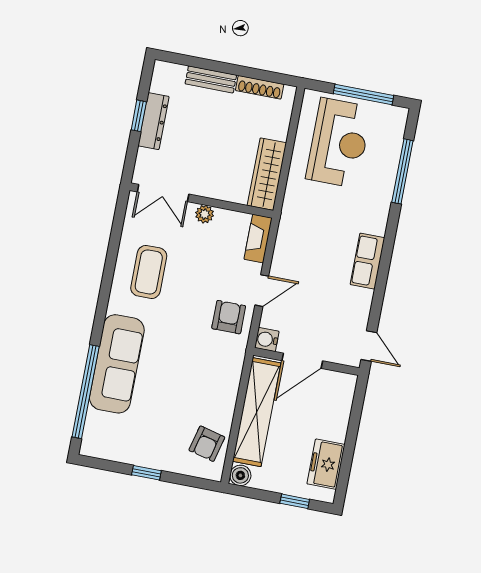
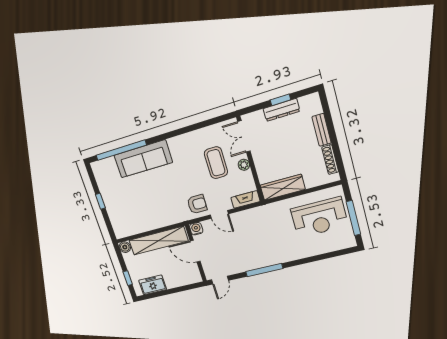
window: (402, 171) -> (264, 270), moved
row of seats: (367, 261) -> (263, 261), removed
coffee table: (149, 272) -> (216, 163), moved, turned 90
armchair: (207, 444) -> (130, 224), removed

